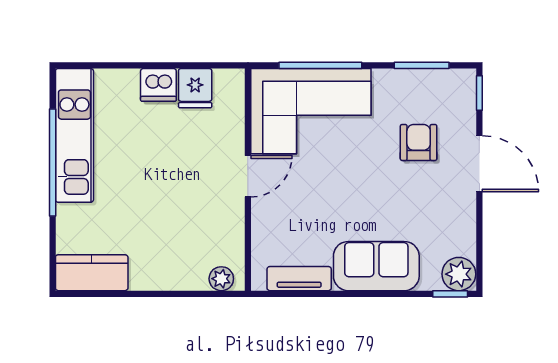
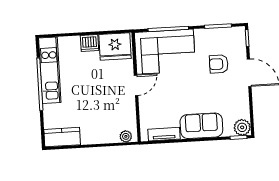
fridge: (195, 88) -> (115, 47), width x1.88, depth x1.34
armchair: (419, 142) -> (219, 64), turned -90

